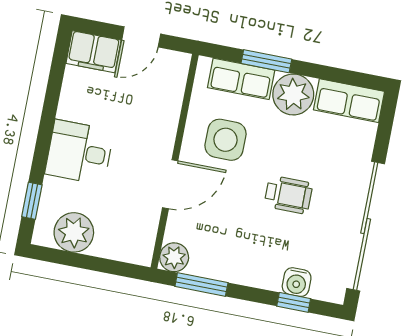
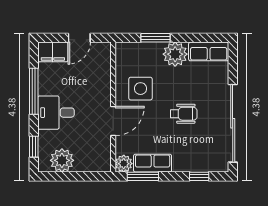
row of seats: (241, 79) -> (153, 163), moved, turned 180
window: (50, 110) -> (34, 91), added
water cooler: (297, 282) -> (199, 164), removed

